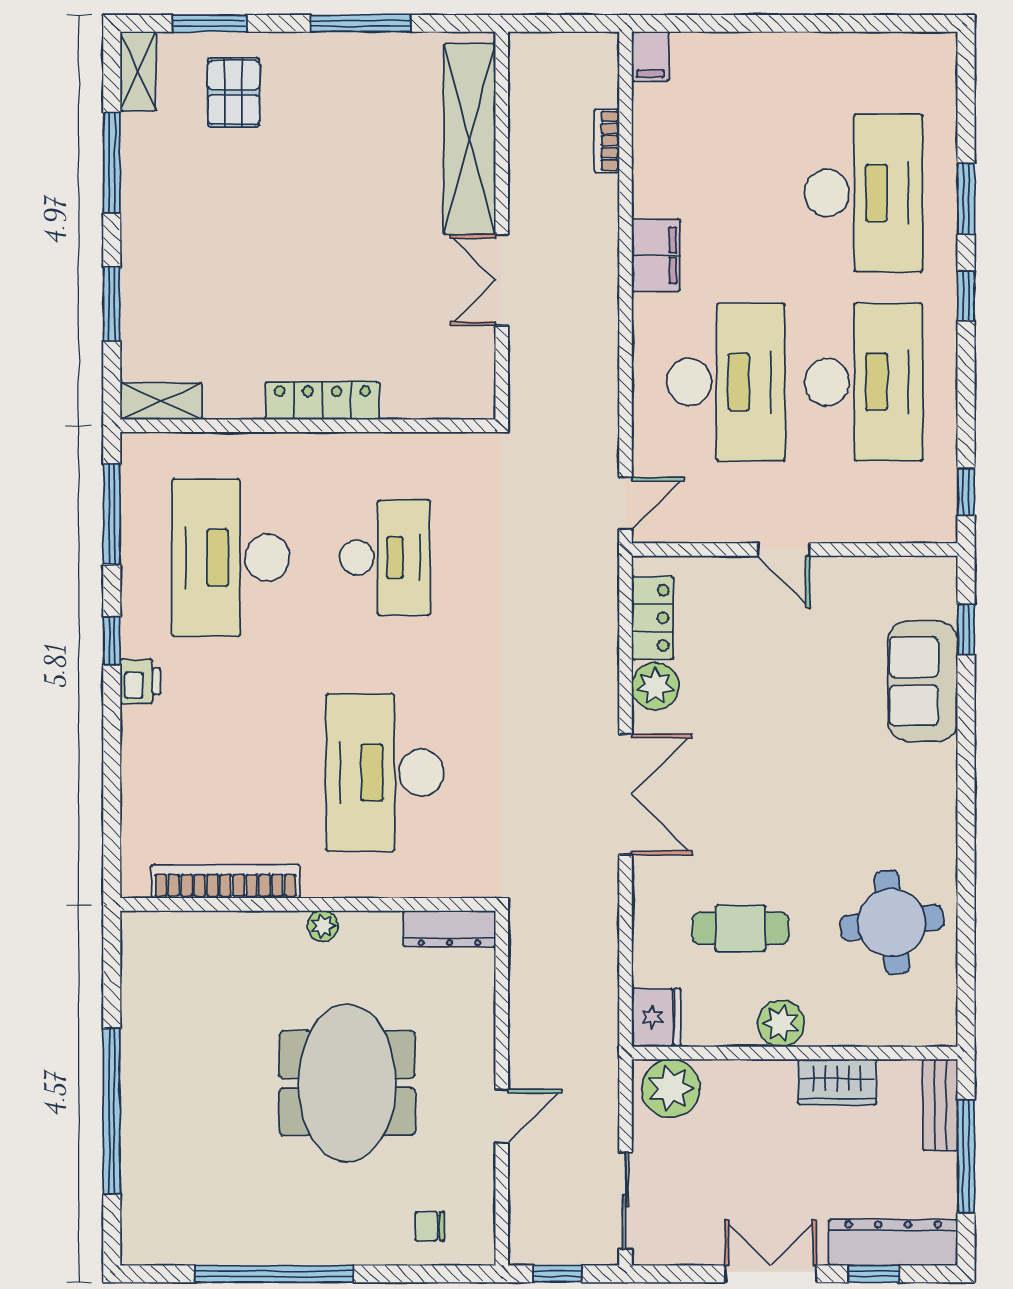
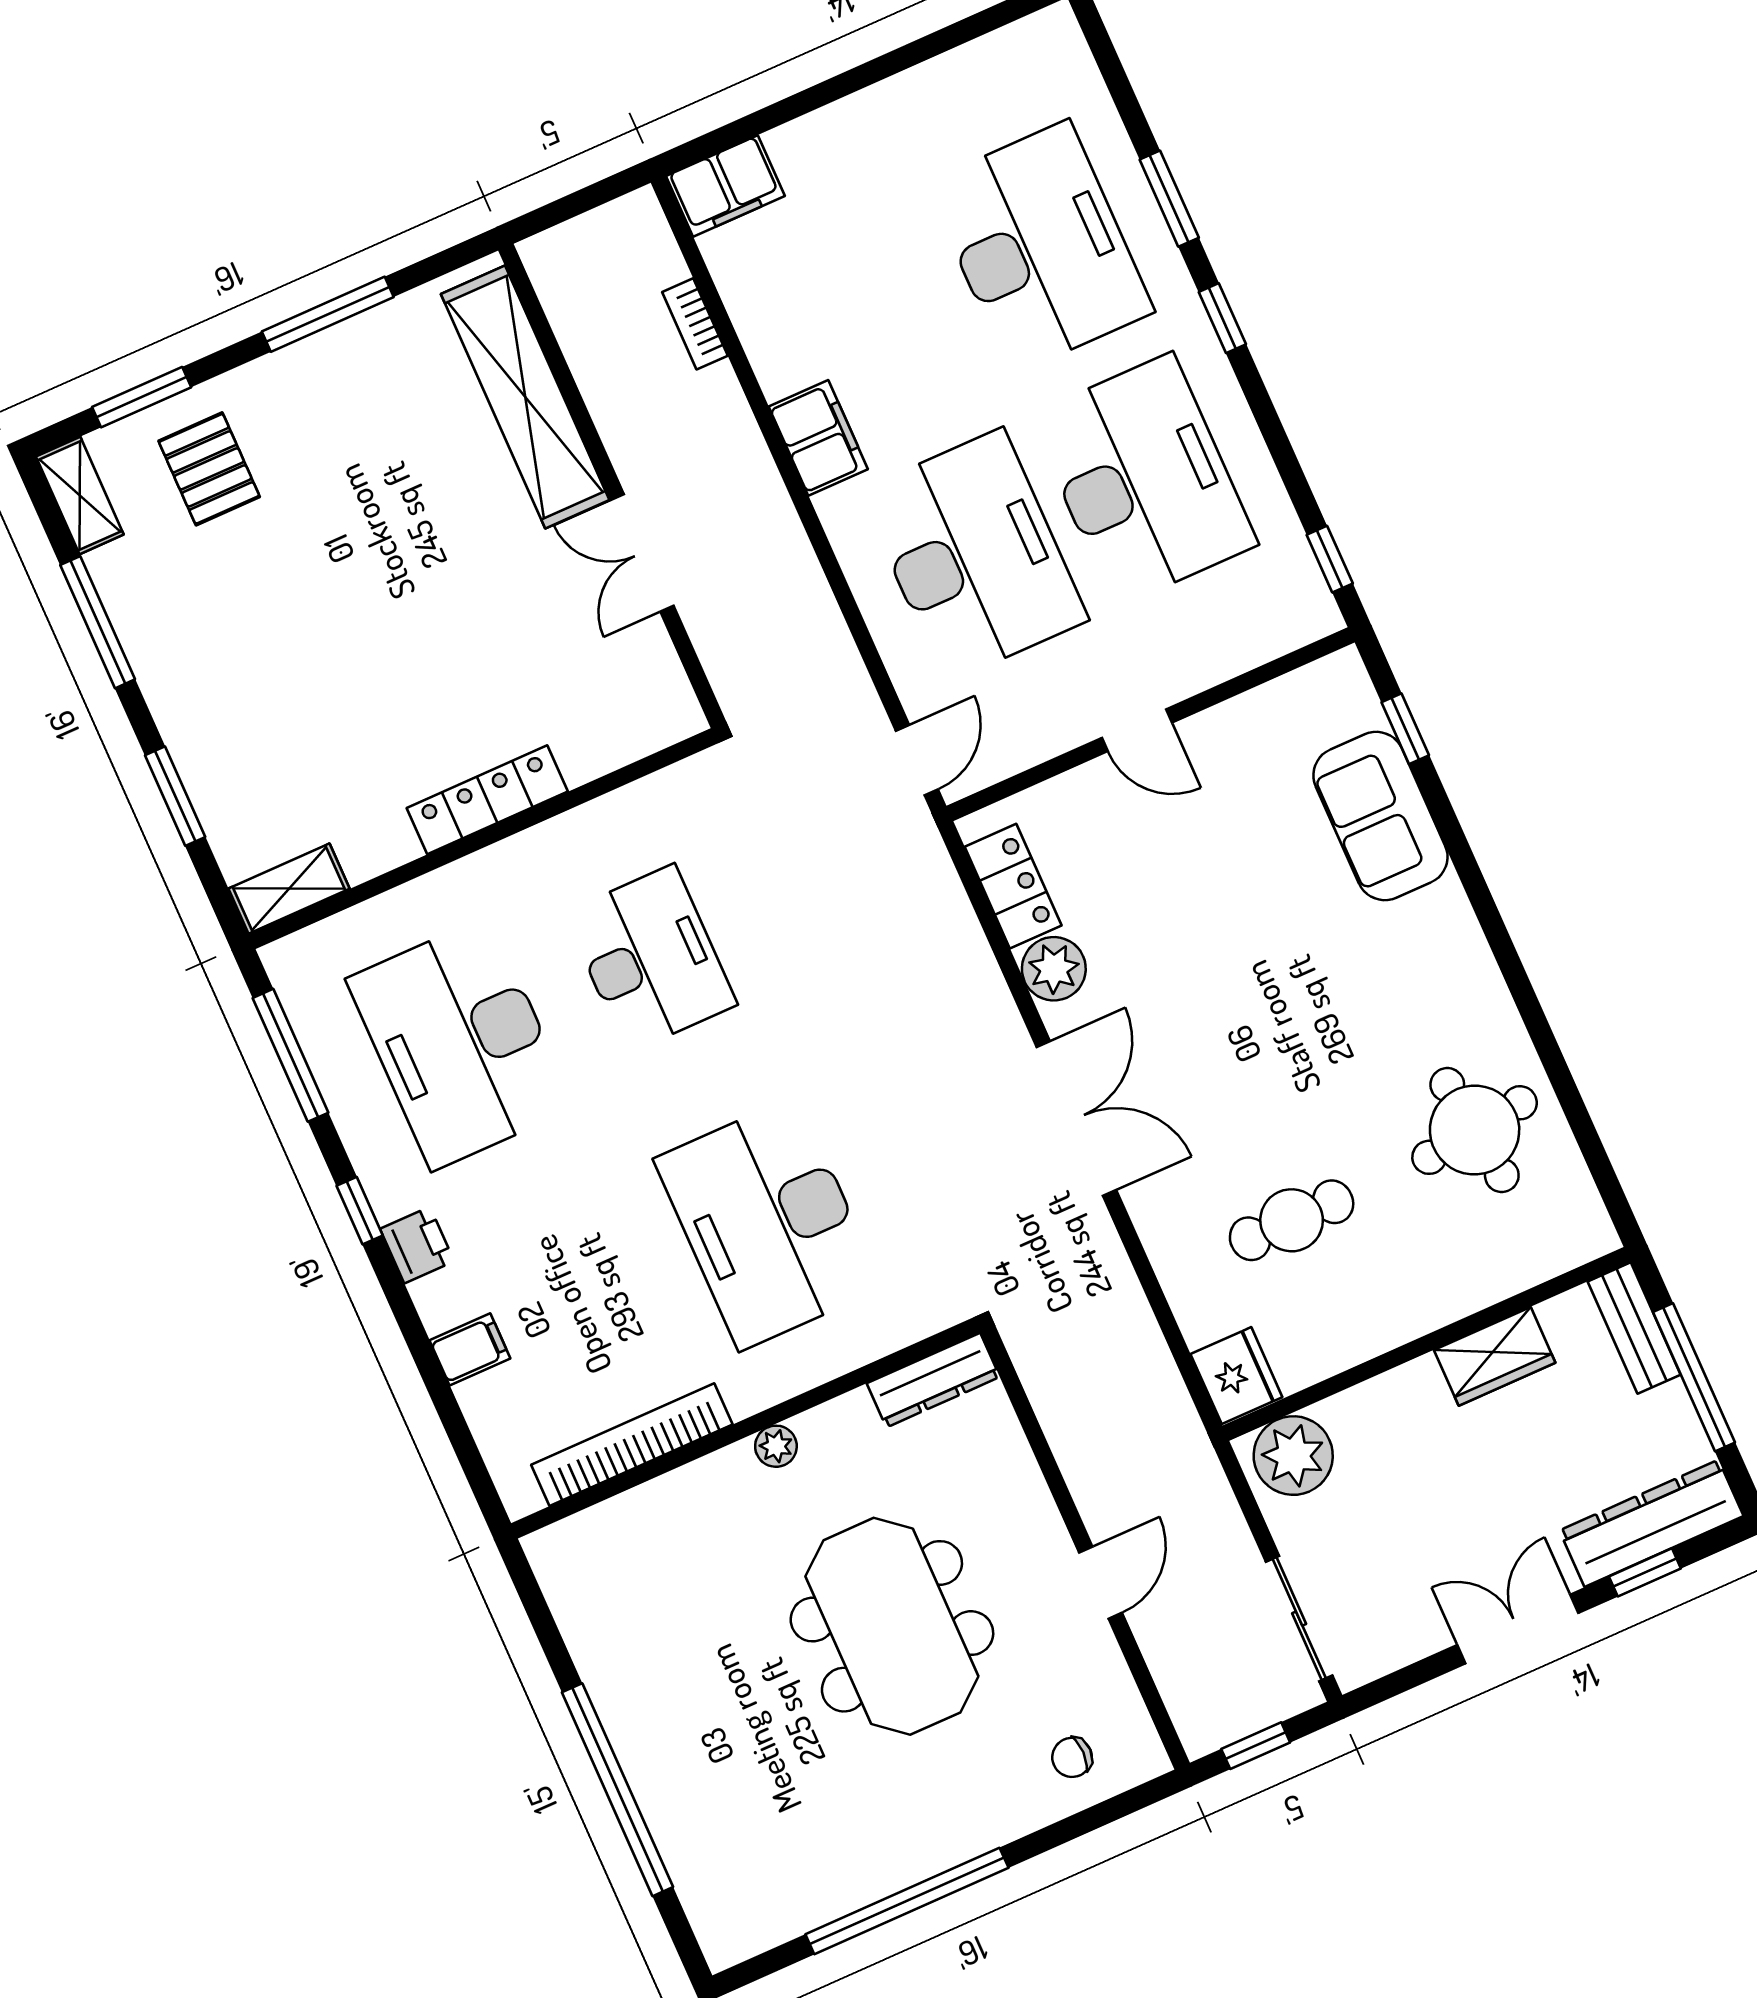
filing cabinet: (650, 56) -> (725, 186), width x2.00
filing cabinet: (145, 768) -> (470, 1349), added
plant: (781, 1024) -> (1393, 1315), removed

